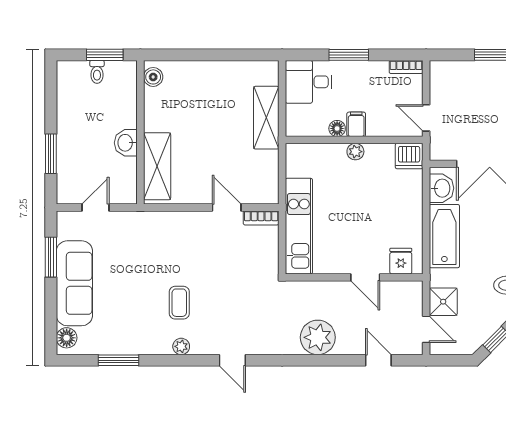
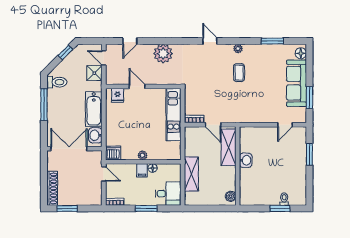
boiler: (153, 77) -> (231, 196), moved
wall: (140, 132) -> (238, 166), moved
washbasin: (126, 143) -> (246, 160), moved
shelving: (157, 166) -> (229, 147), moved
door: (378, 360) -> (130, 41), hinge flipped

